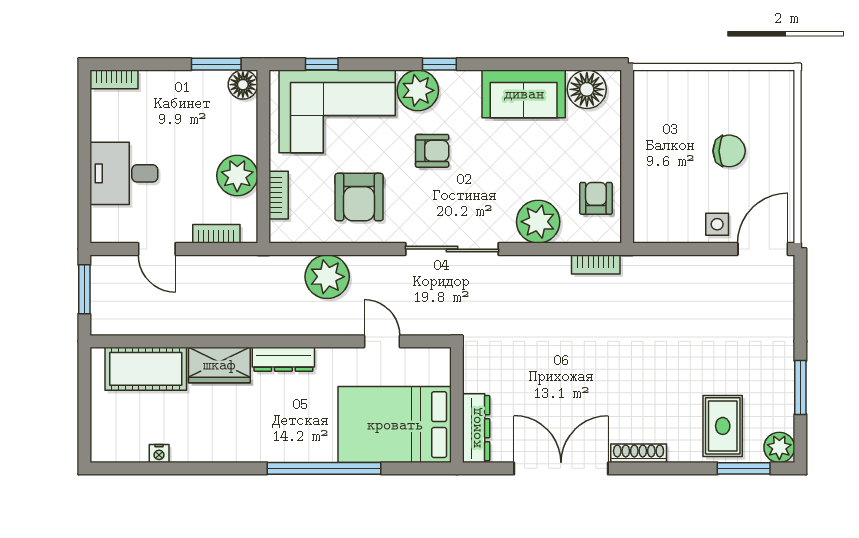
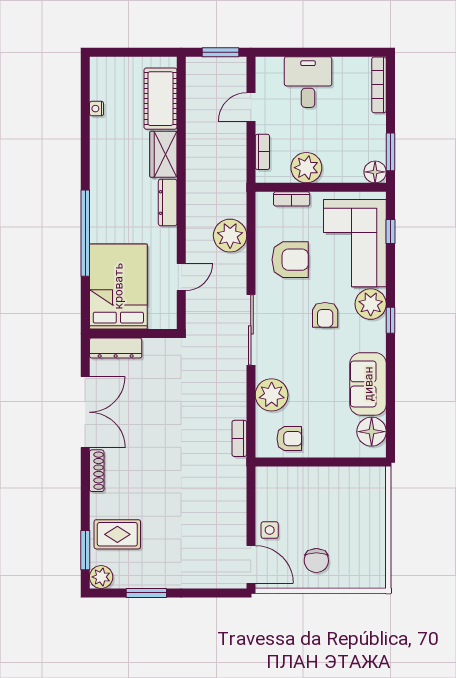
bookcase: (114, 79) -> (379, 85), width x1.56
chair: (729, 151) -> (316, 561), moved
armchair: (359, 197) -> (290, 260), turned 180

